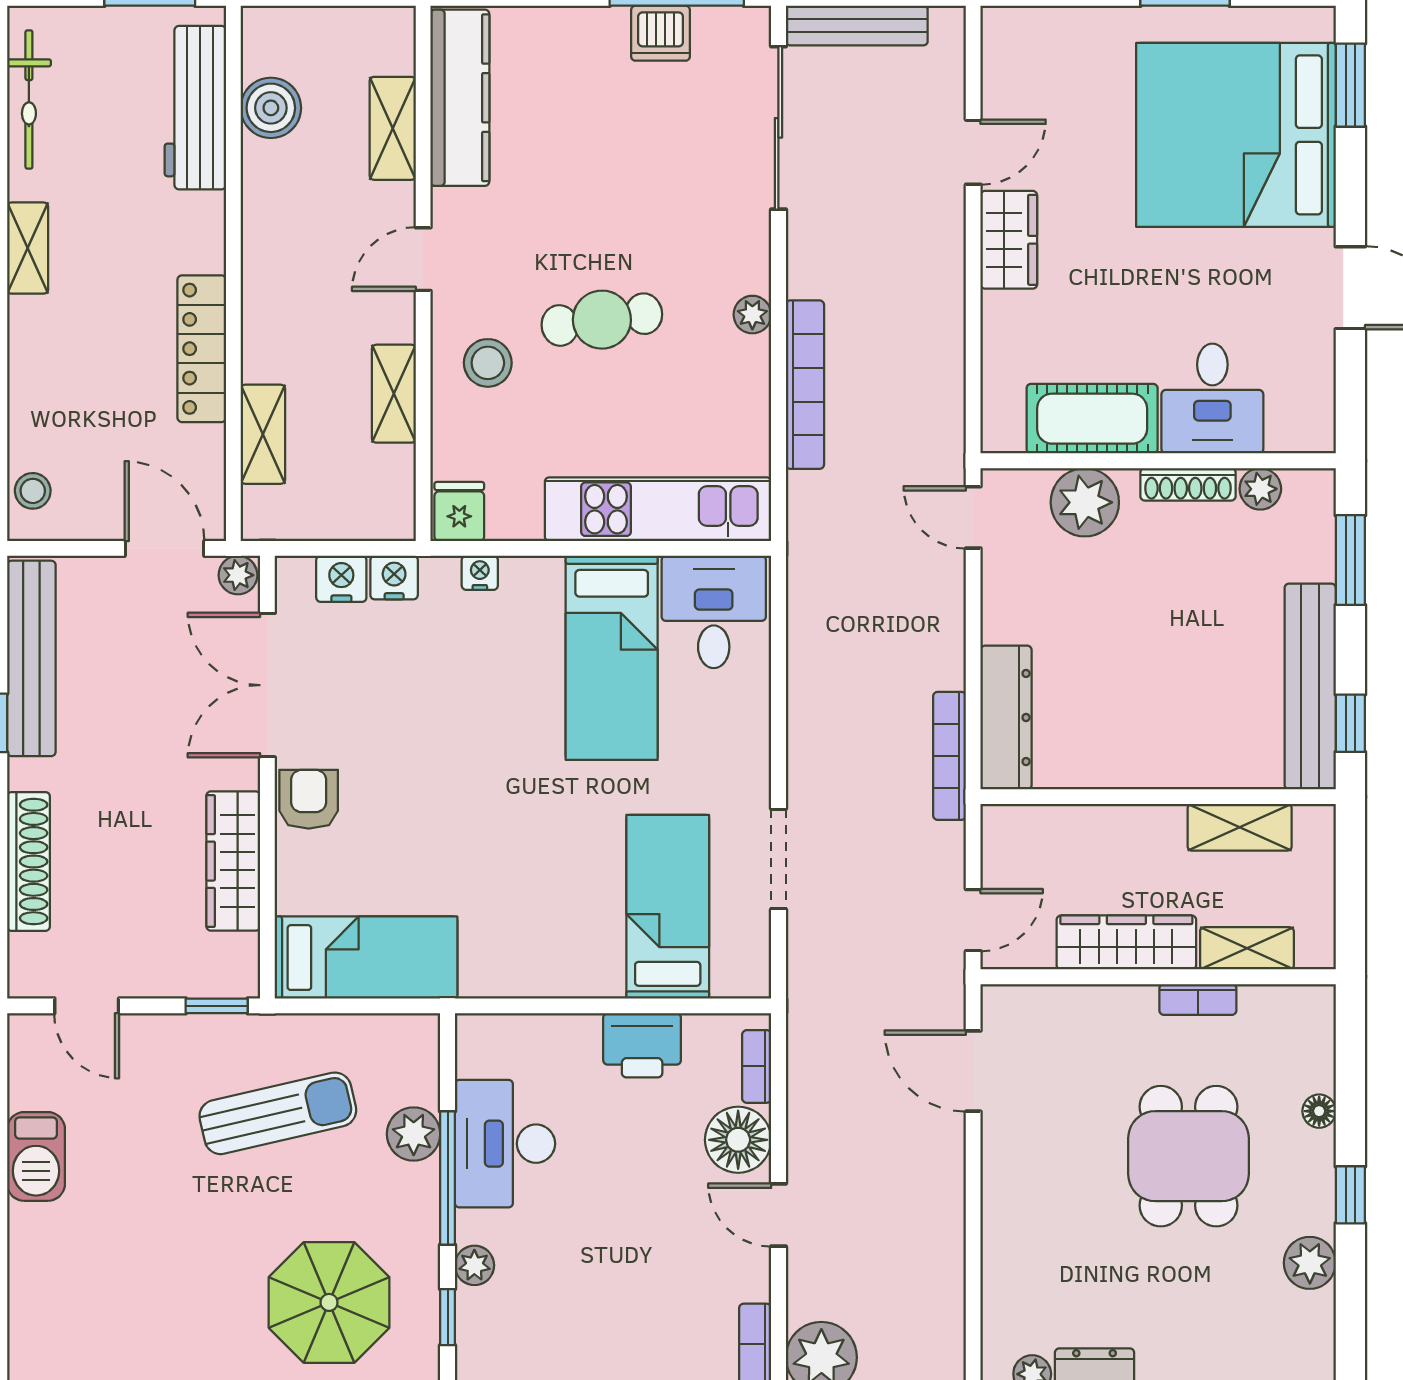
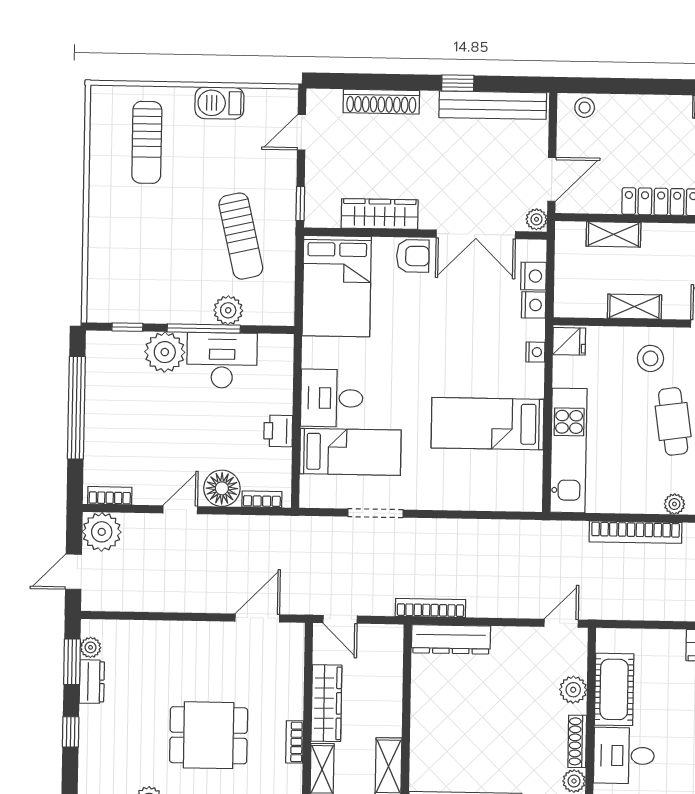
plant: (1085, 502) -> (573, 690), width x0.73, depth x0.73
desk: (714, 612) -> (332, 398), moved, turned 180
double door: (267, 685) -> (476, 234), swing flipped
bed: (366, 958) -> (337, 286), width x1.50
printer: (642, 1045) -> (278, 431), width x0.73, depth x0.81
plant: (474, 1265) -> (165, 352), width x1.87, depth x1.87
sun lounger: (110, 1288) -> (147, 142), added
parasol: (329, 1302) -> (137, 262), removed

